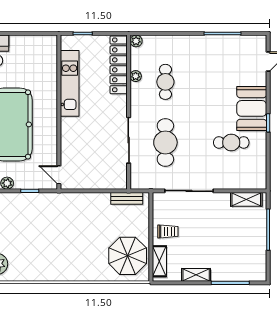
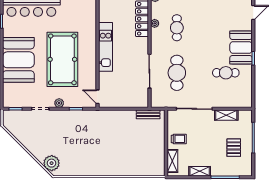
kitchen unit: (70, 83) -> (106, 47), moved
shelving: (246, 199) -> (226, 115), moved
pallet: (242, 243) -> (234, 148), added
parasol: (128, 256) -> (149, 157), removed

